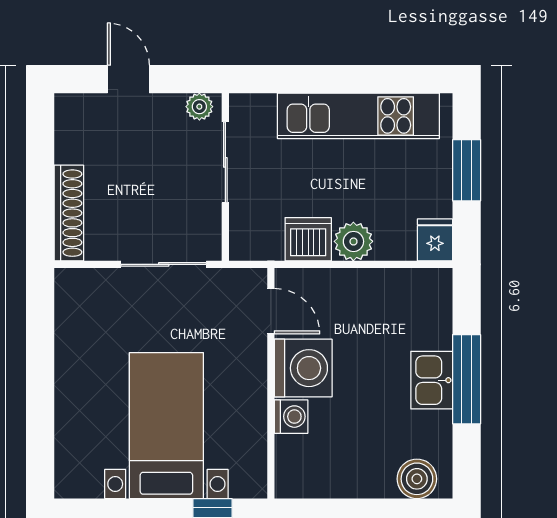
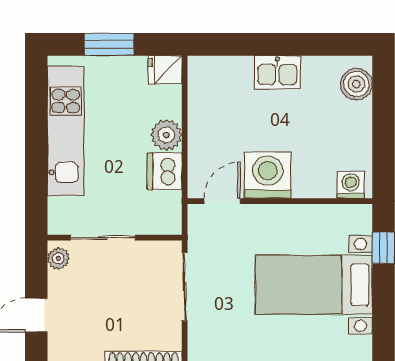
window: (467, 379) -> (277, 44), removed
washing machine: (291, 417) -> (351, 185), moved

